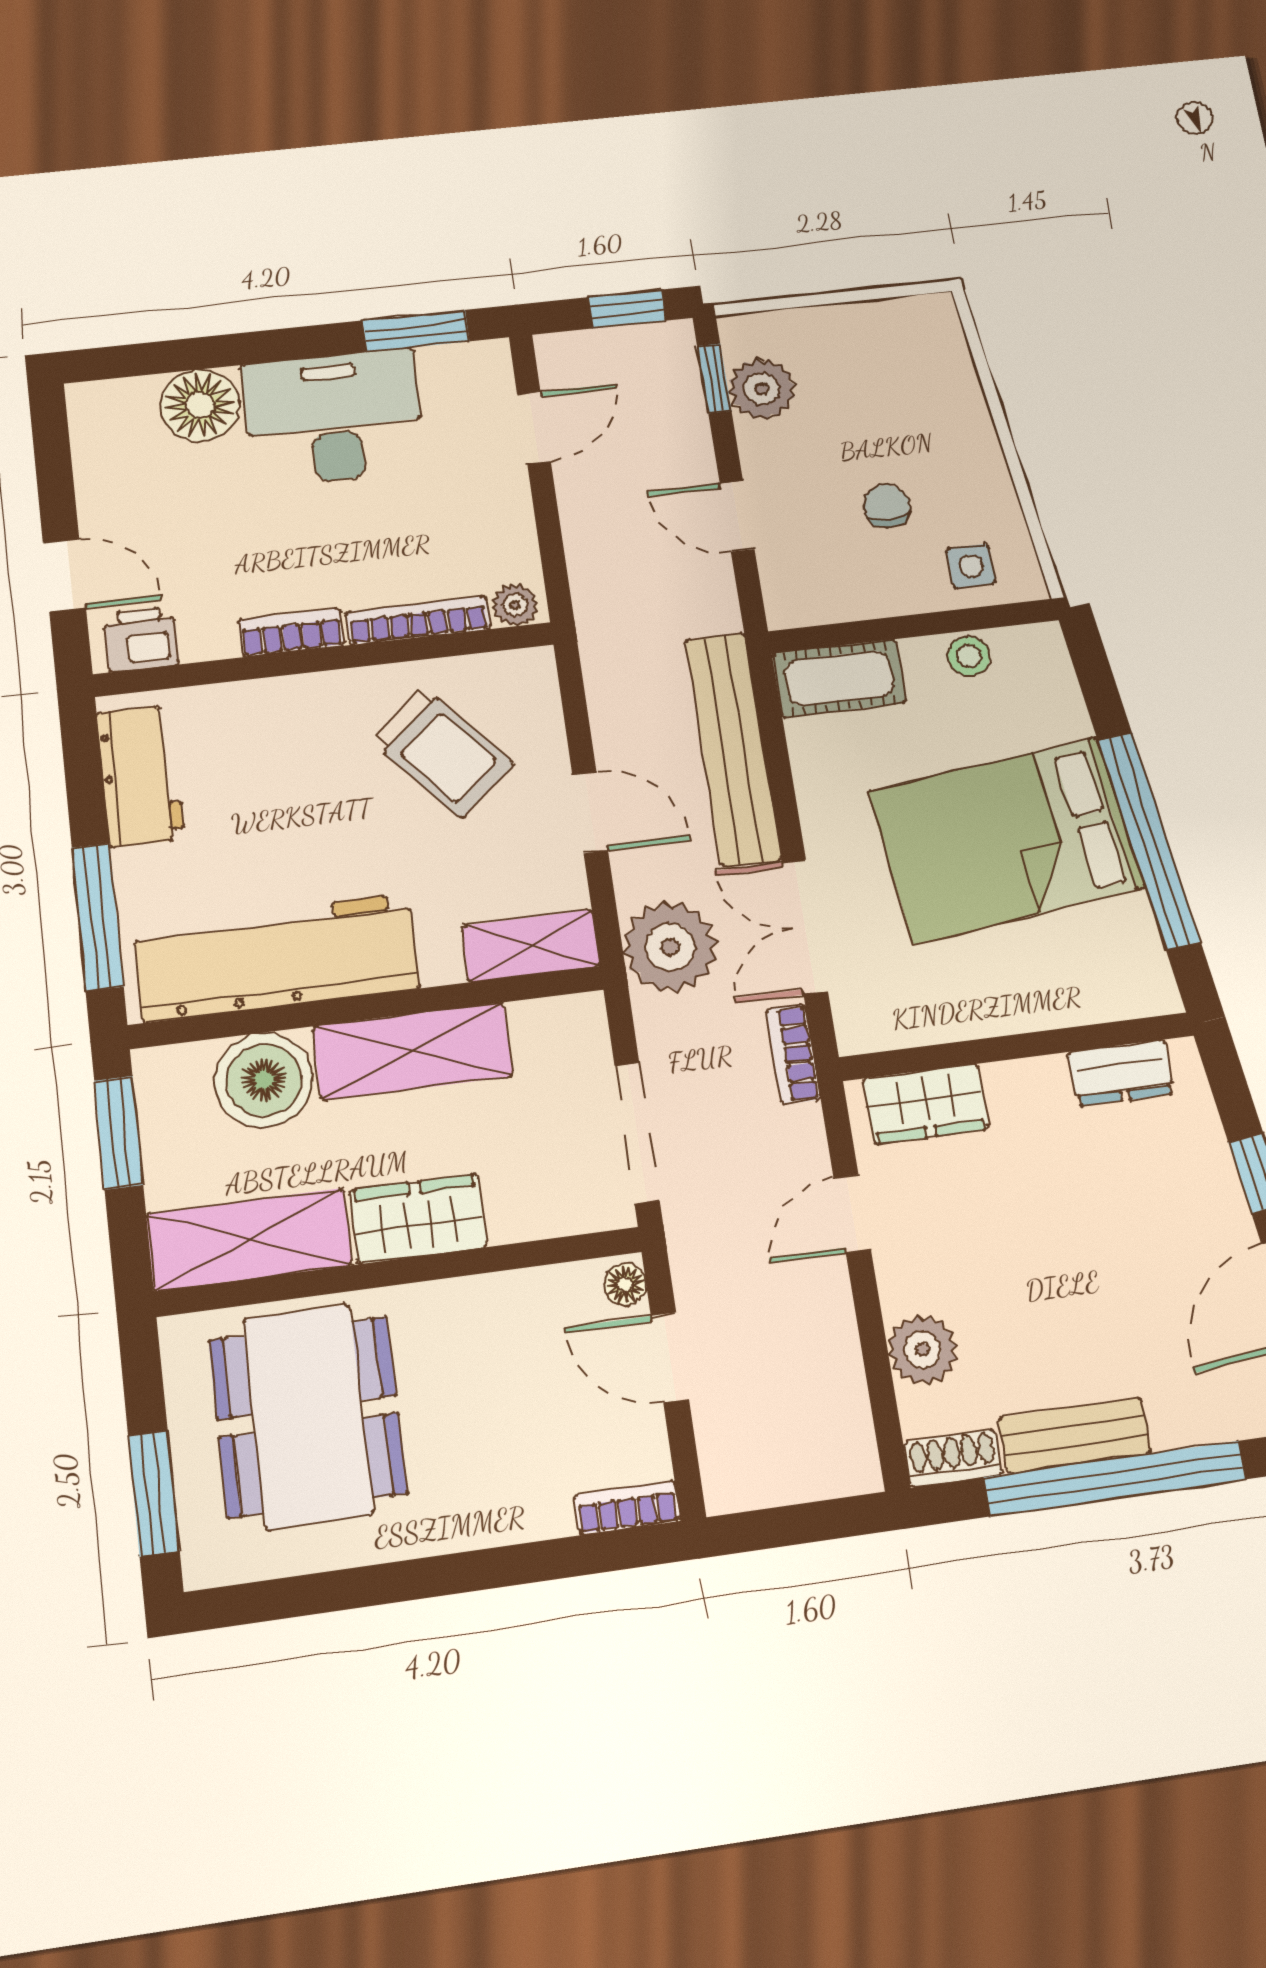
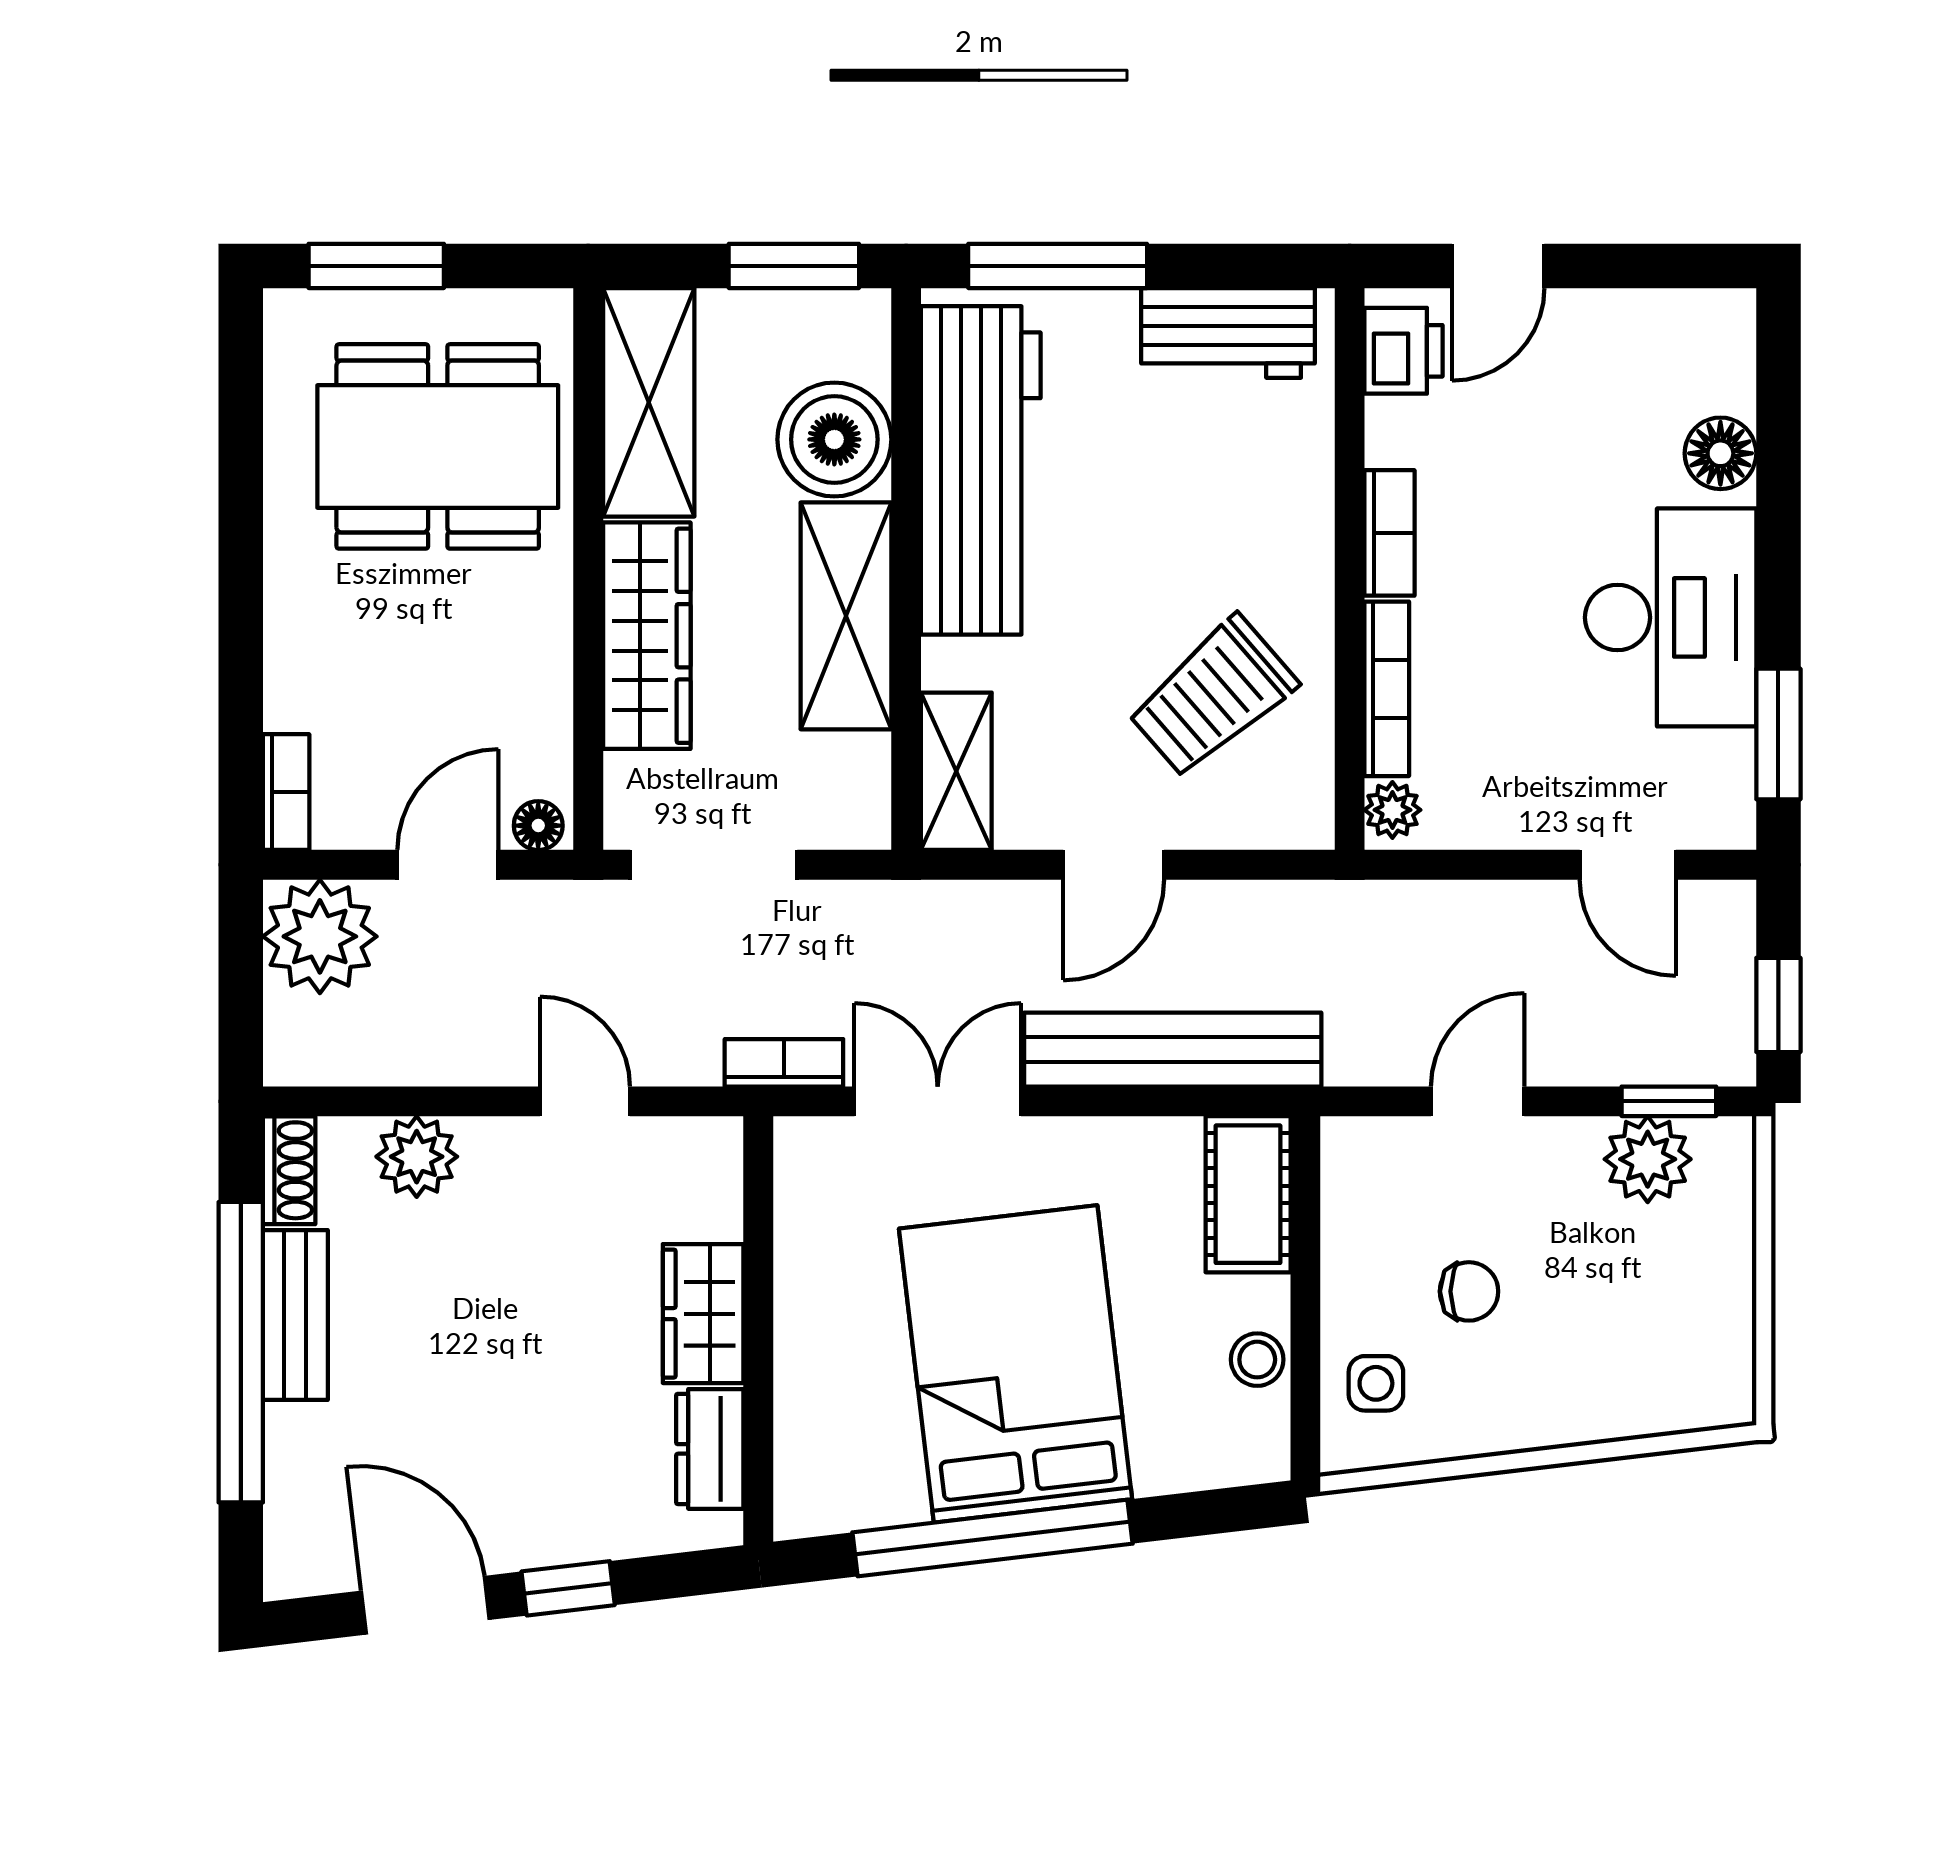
floor lamp: (200, 405) -> (1720, 453), width x0.73, depth x0.73
plant: (670, 947) -> (320, 936), moved
wardrobe: (926, 1104) -> (703, 1314), moved
wardrobe: (418, 1219) -> (647, 636), width x1.50

